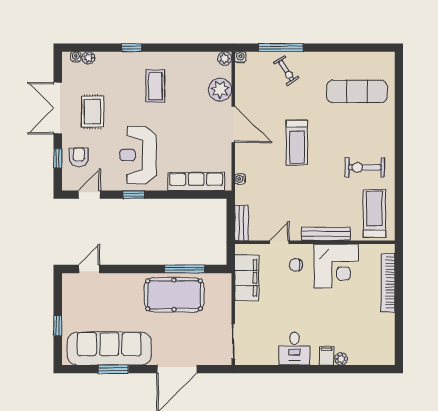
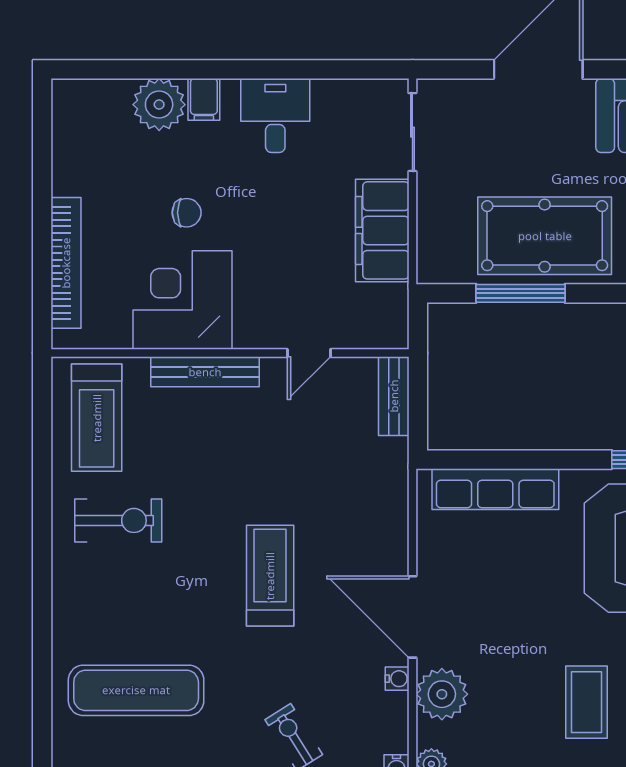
water cooler: (240, 179) -> (397, 679), moved
chair: (296, 265) -> (187, 213), moved
filing cabinet: (247, 278) -> (382, 230), moved
plant: (341, 359) -> (159, 105), width x1.87, depth x1.87

